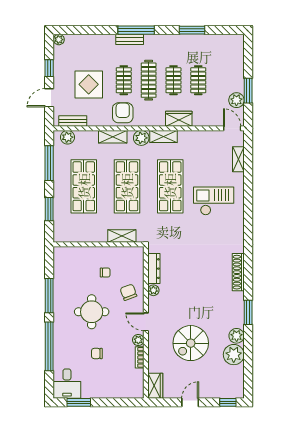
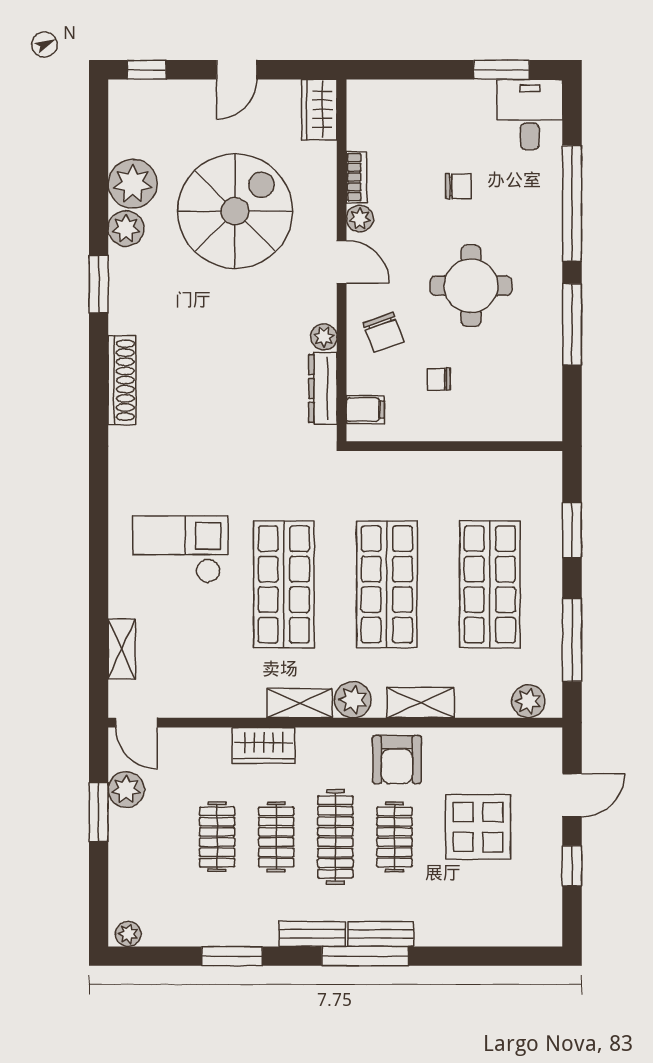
plant: (59, 40) -> (128, 934), moved
bench: (73, 121) -> (312, 934), moved
checkout: (214, 201) -> (180, 549), turned 180
shelving: (122, 236) -> (399, 466), removed
filing cabinet: (136, 260) -> (365, 410), added
spiral stairs: (191, 343) -> (235, 211), width x1.37, depth x1.37

